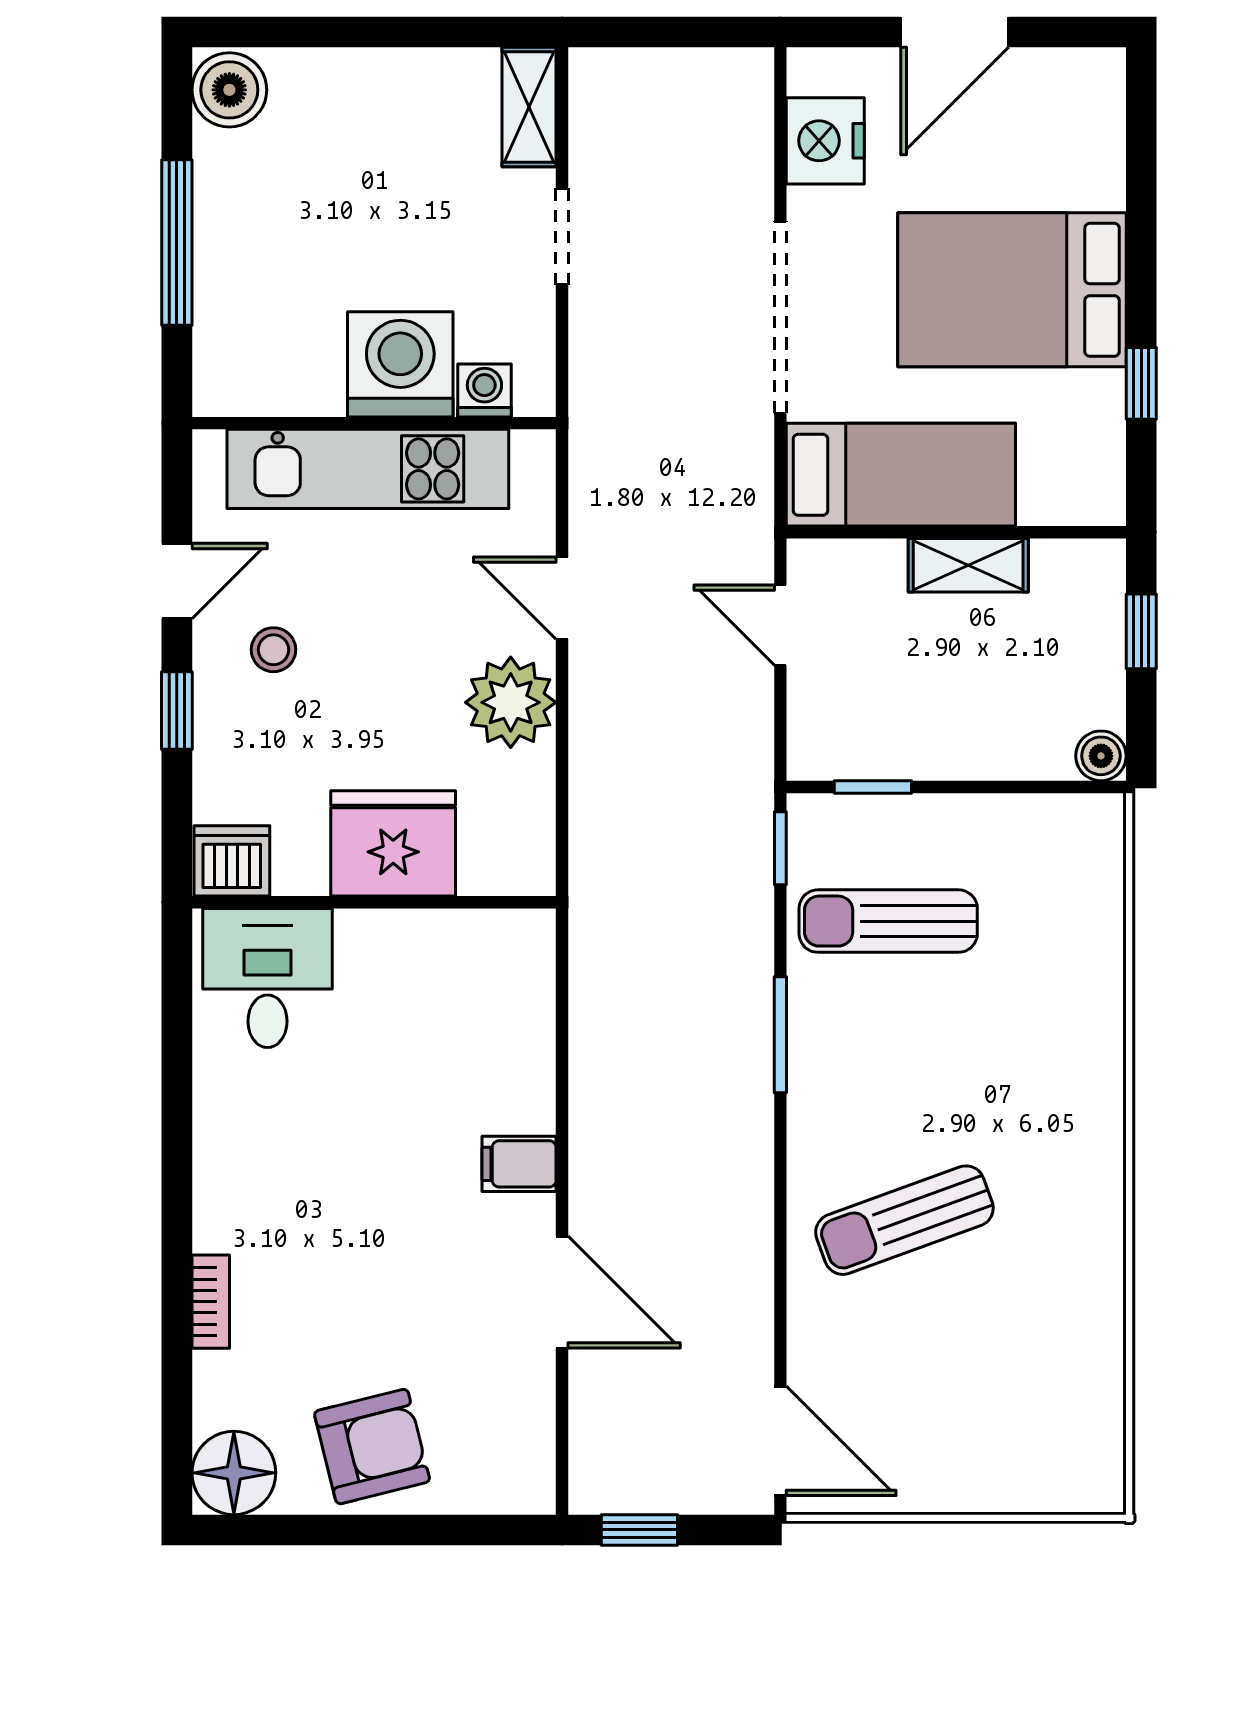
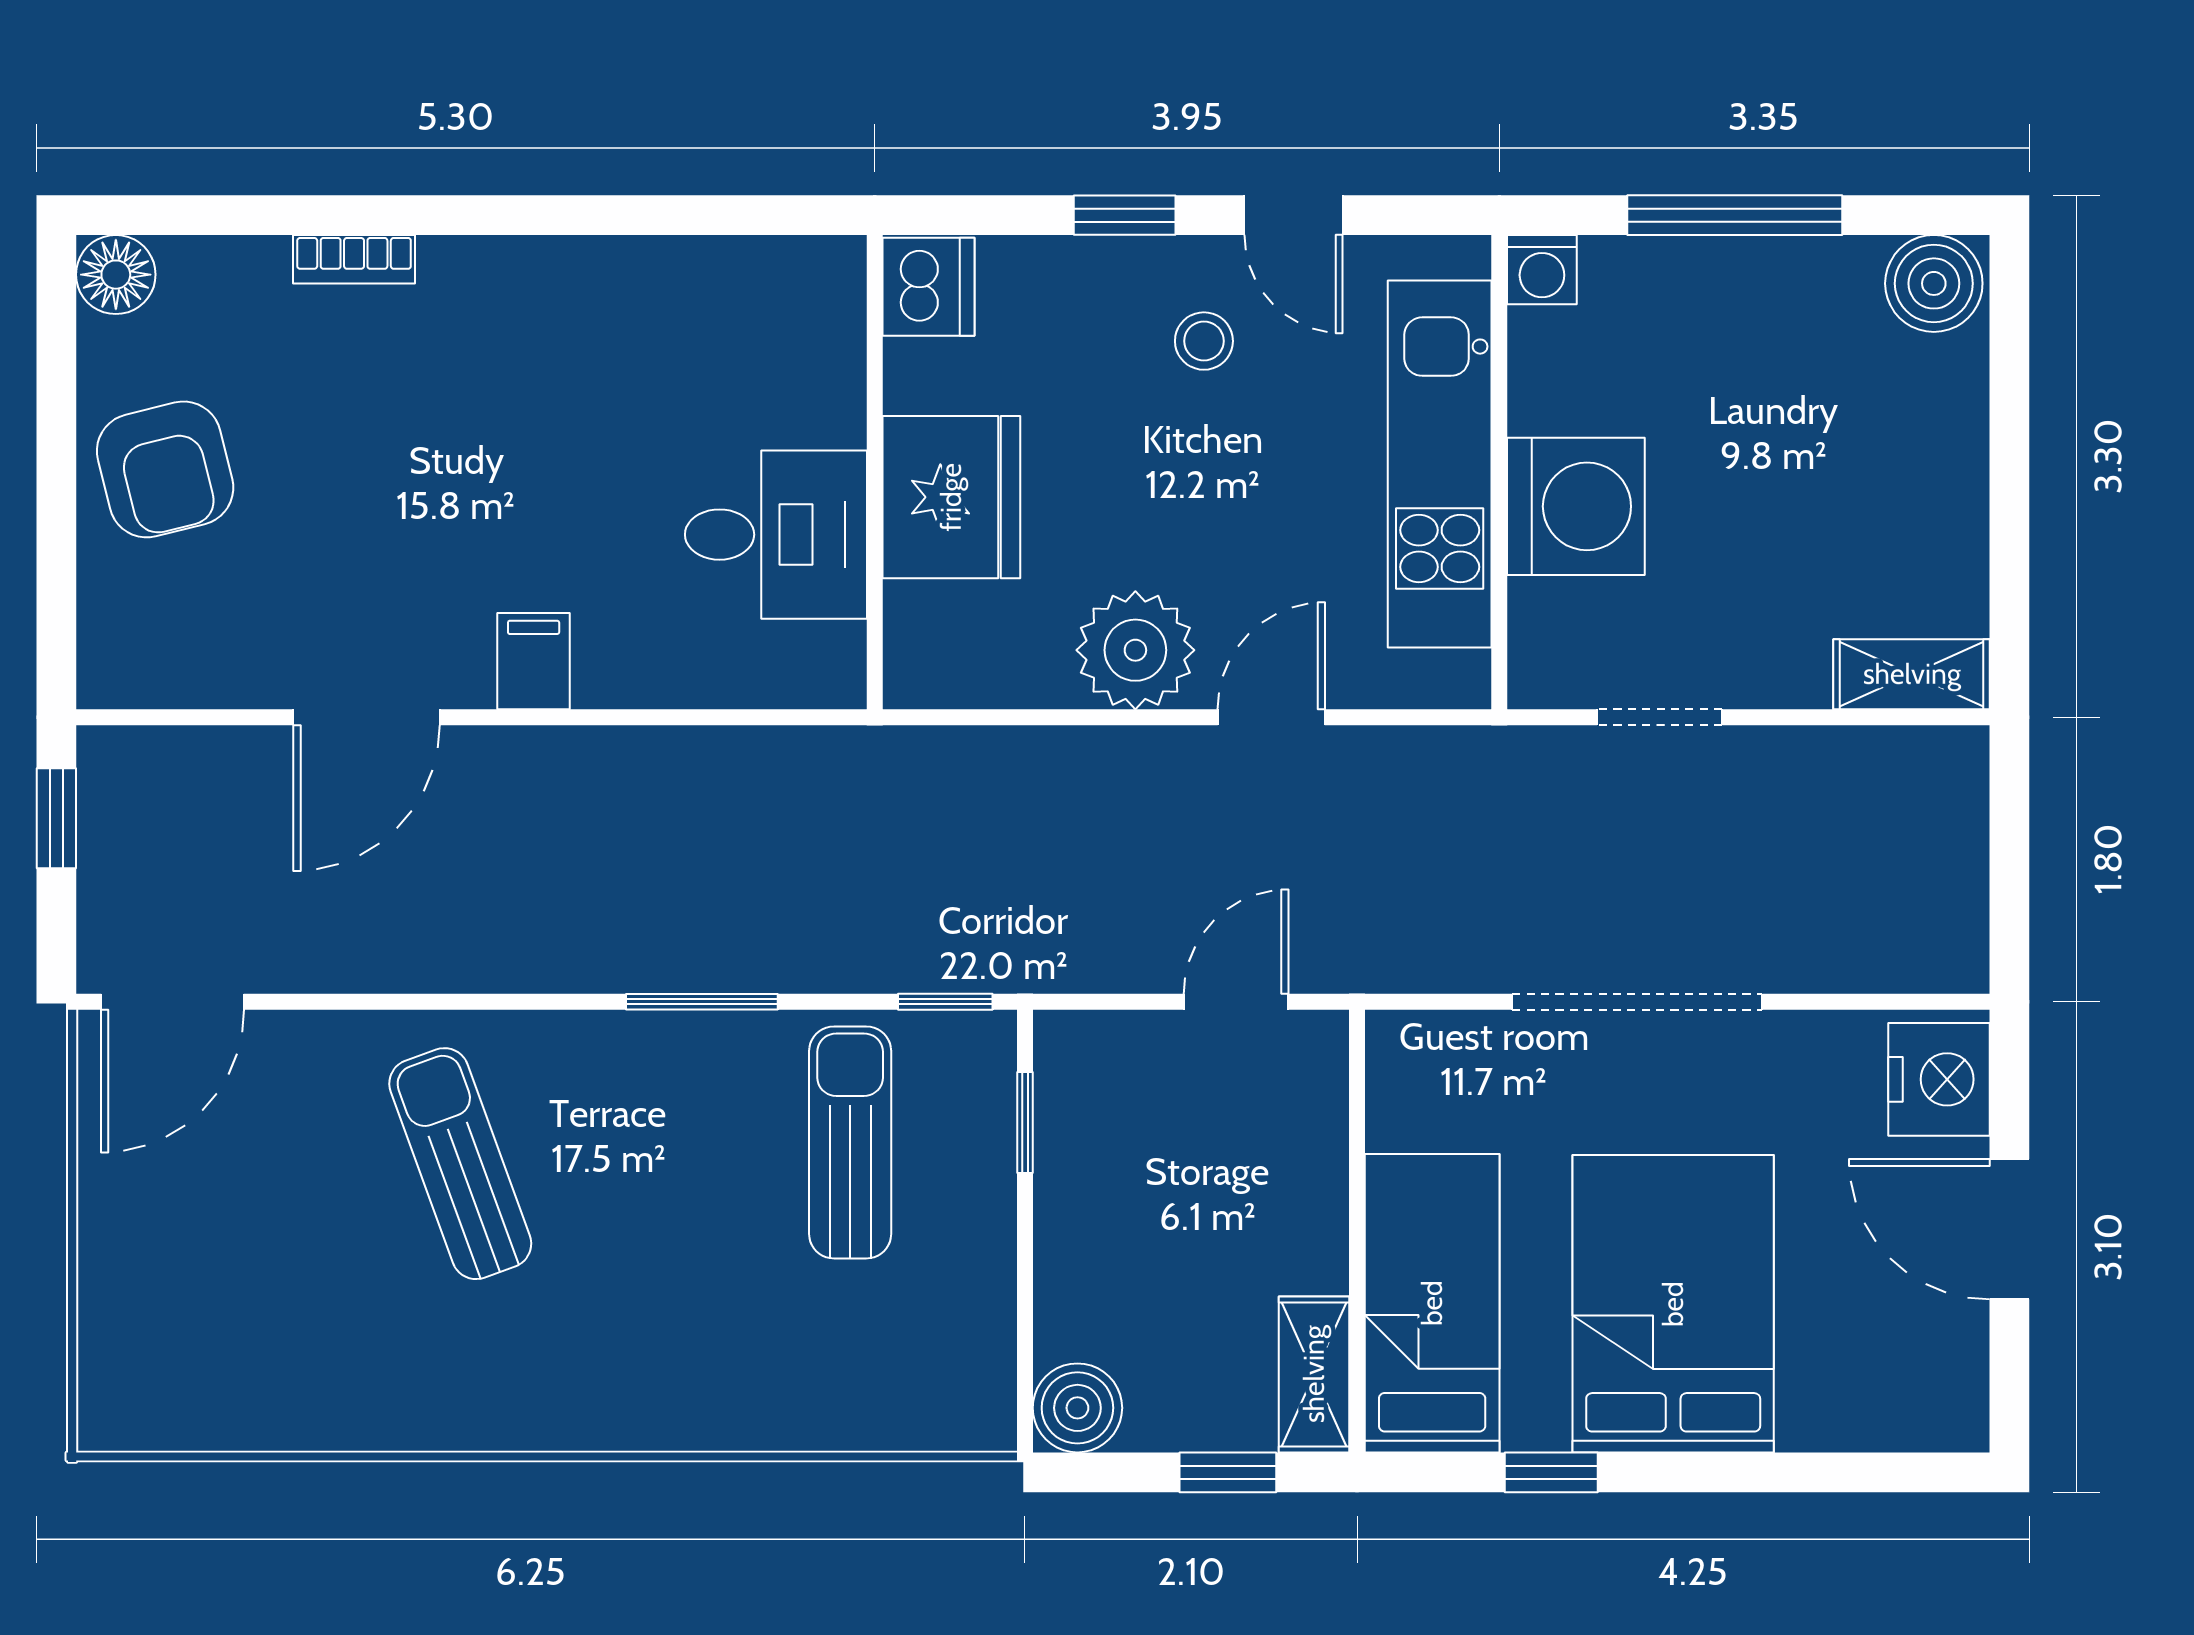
nightstand: (825, 141) -> (1939, 1079), moved, turned 90
doorway: (562, 237) -> (1660, 717), moved
washing machine: (484, 390) -> (1542, 270), moved, turned 90
bed: (901, 475) -> (1432, 1303), moved, turned 180
shelving: (968, 565) -> (1314, 1374), moved
boiler: (1101, 756) -> (1077, 1408), width x1.36, depth x1.36
desk: (268, 978) -> (776, 535), moved
floor lamp: (234, 1473) -> (116, 275), width x0.73, depth x0.73

